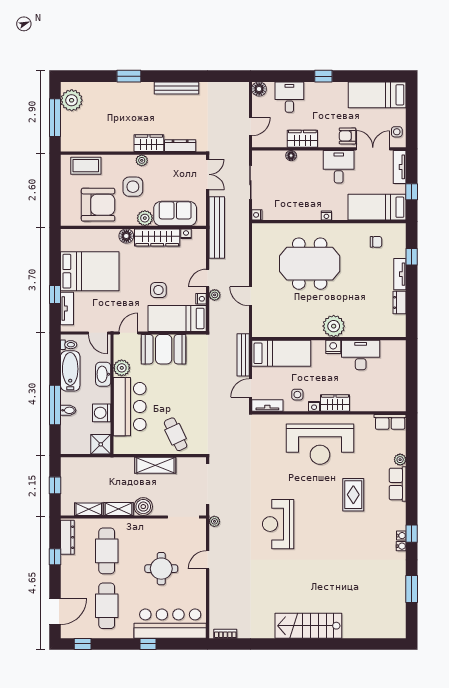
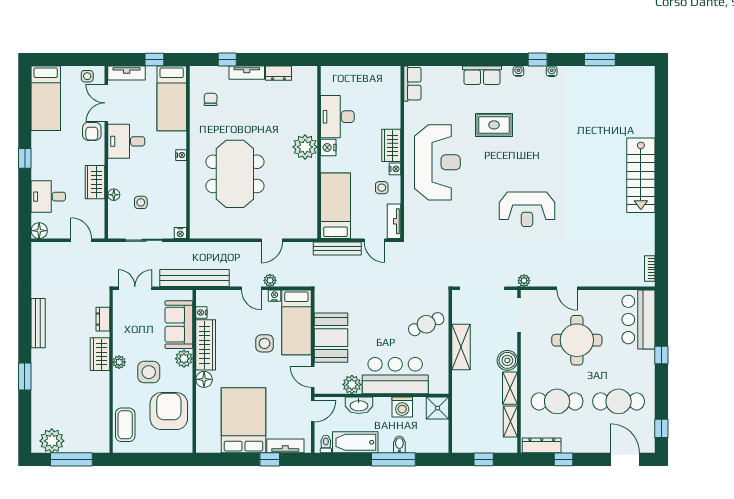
dresser: (180, 146) -> (103, 319), width x0.70
side table: (284, 180) -> (141, 202), added
plant: (400, 460) -> (455, 72), removed
water cooler: (401, 536) -> (518, 71), moved
round table: (161, 569) -> (577, 340), width x1.36, depth x1.36
bar counter: (170, 624) -> (639, 319), width x0.73

